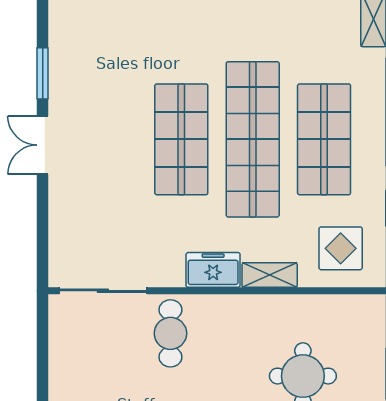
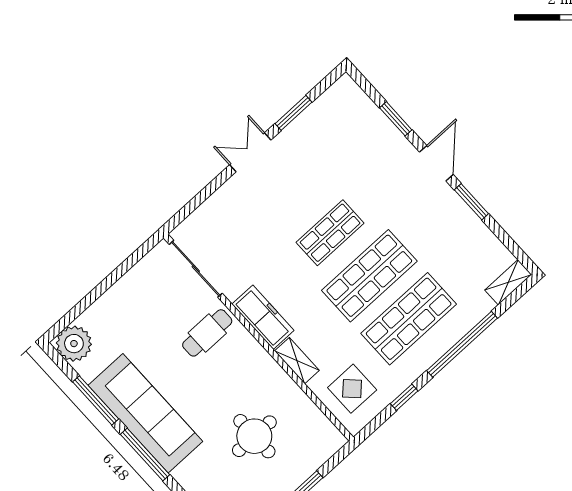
shop shelf: (181, 139) -> (330, 233), width x0.70, depth x0.74
shop shelf: (253, 139) -> (369, 276), width x0.71
freezer: (213, 270) -> (263, 317), width x1.40

